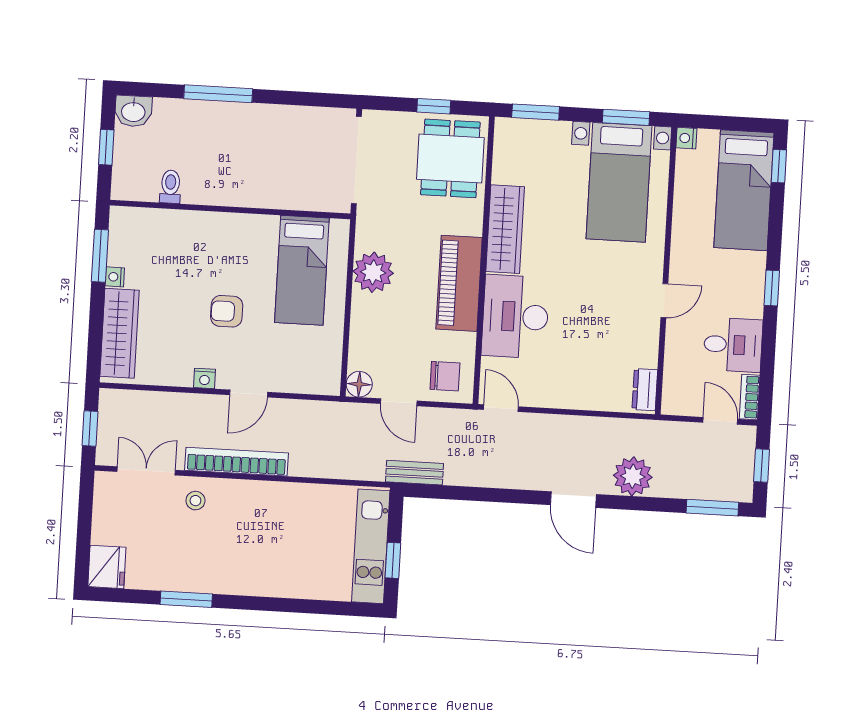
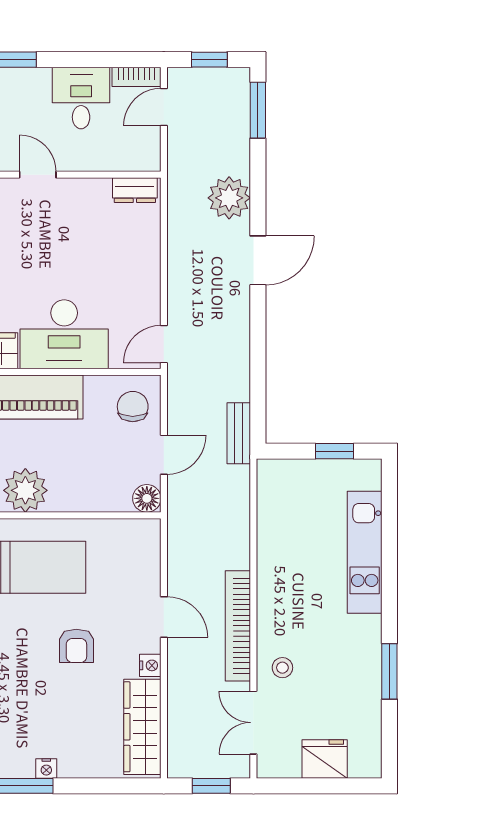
wardrobe: (119, 333) -> (142, 727), moved, turned -90
kitchen unit: (371, 546) -> (365, 552), moved, turned 90
fridge: (107, 567) -> (325, 759), moved

